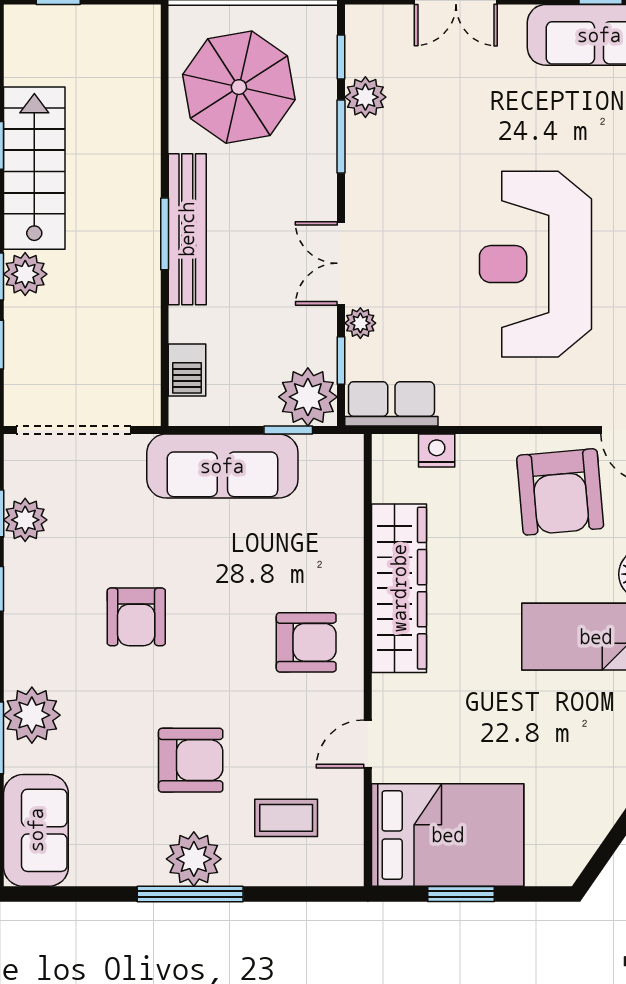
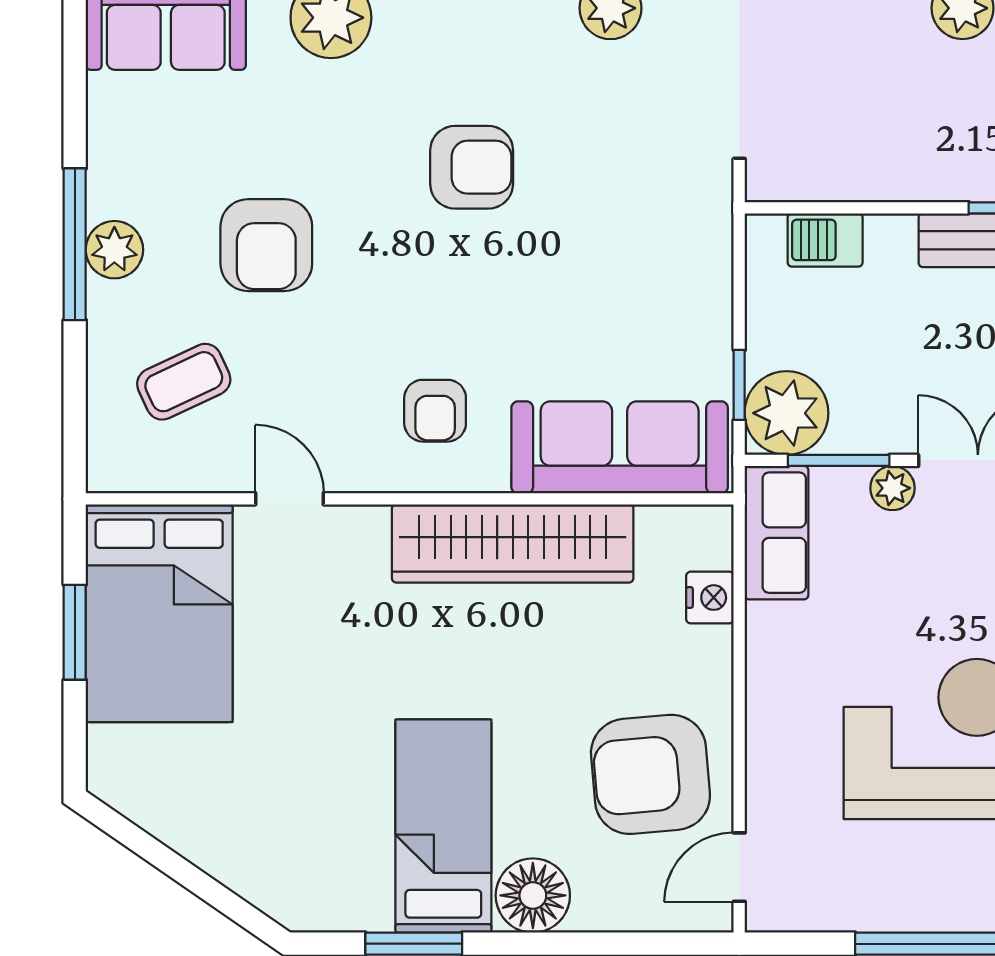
window: (341, 361) -> (839, 460), width x1.50
sofa: (222, 466) -> (620, 447), moved, turned 90
armchair: (136, 617) -> (472, 167), turned 180
armchair: (306, 642) -> (435, 411), width x0.72, depth x0.72
coffee table: (286, 818) -> (184, 382), turned 65
plant: (194, 859) -> (114, 250), width x0.73, depth x0.73

